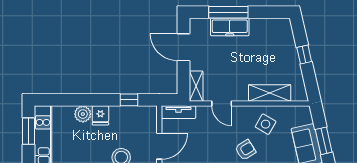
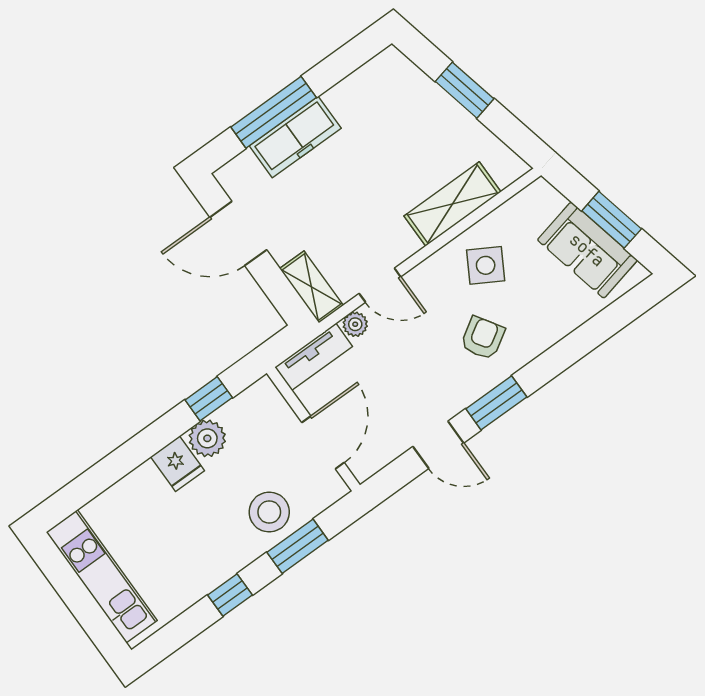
window: (304, 54) -> (465, 90), width x1.50
plant: (202, 111) -> (355, 324), added
plant: (83, 114) -> (207, 438), moved
window: (28, 131) -> (69, 585), removed

